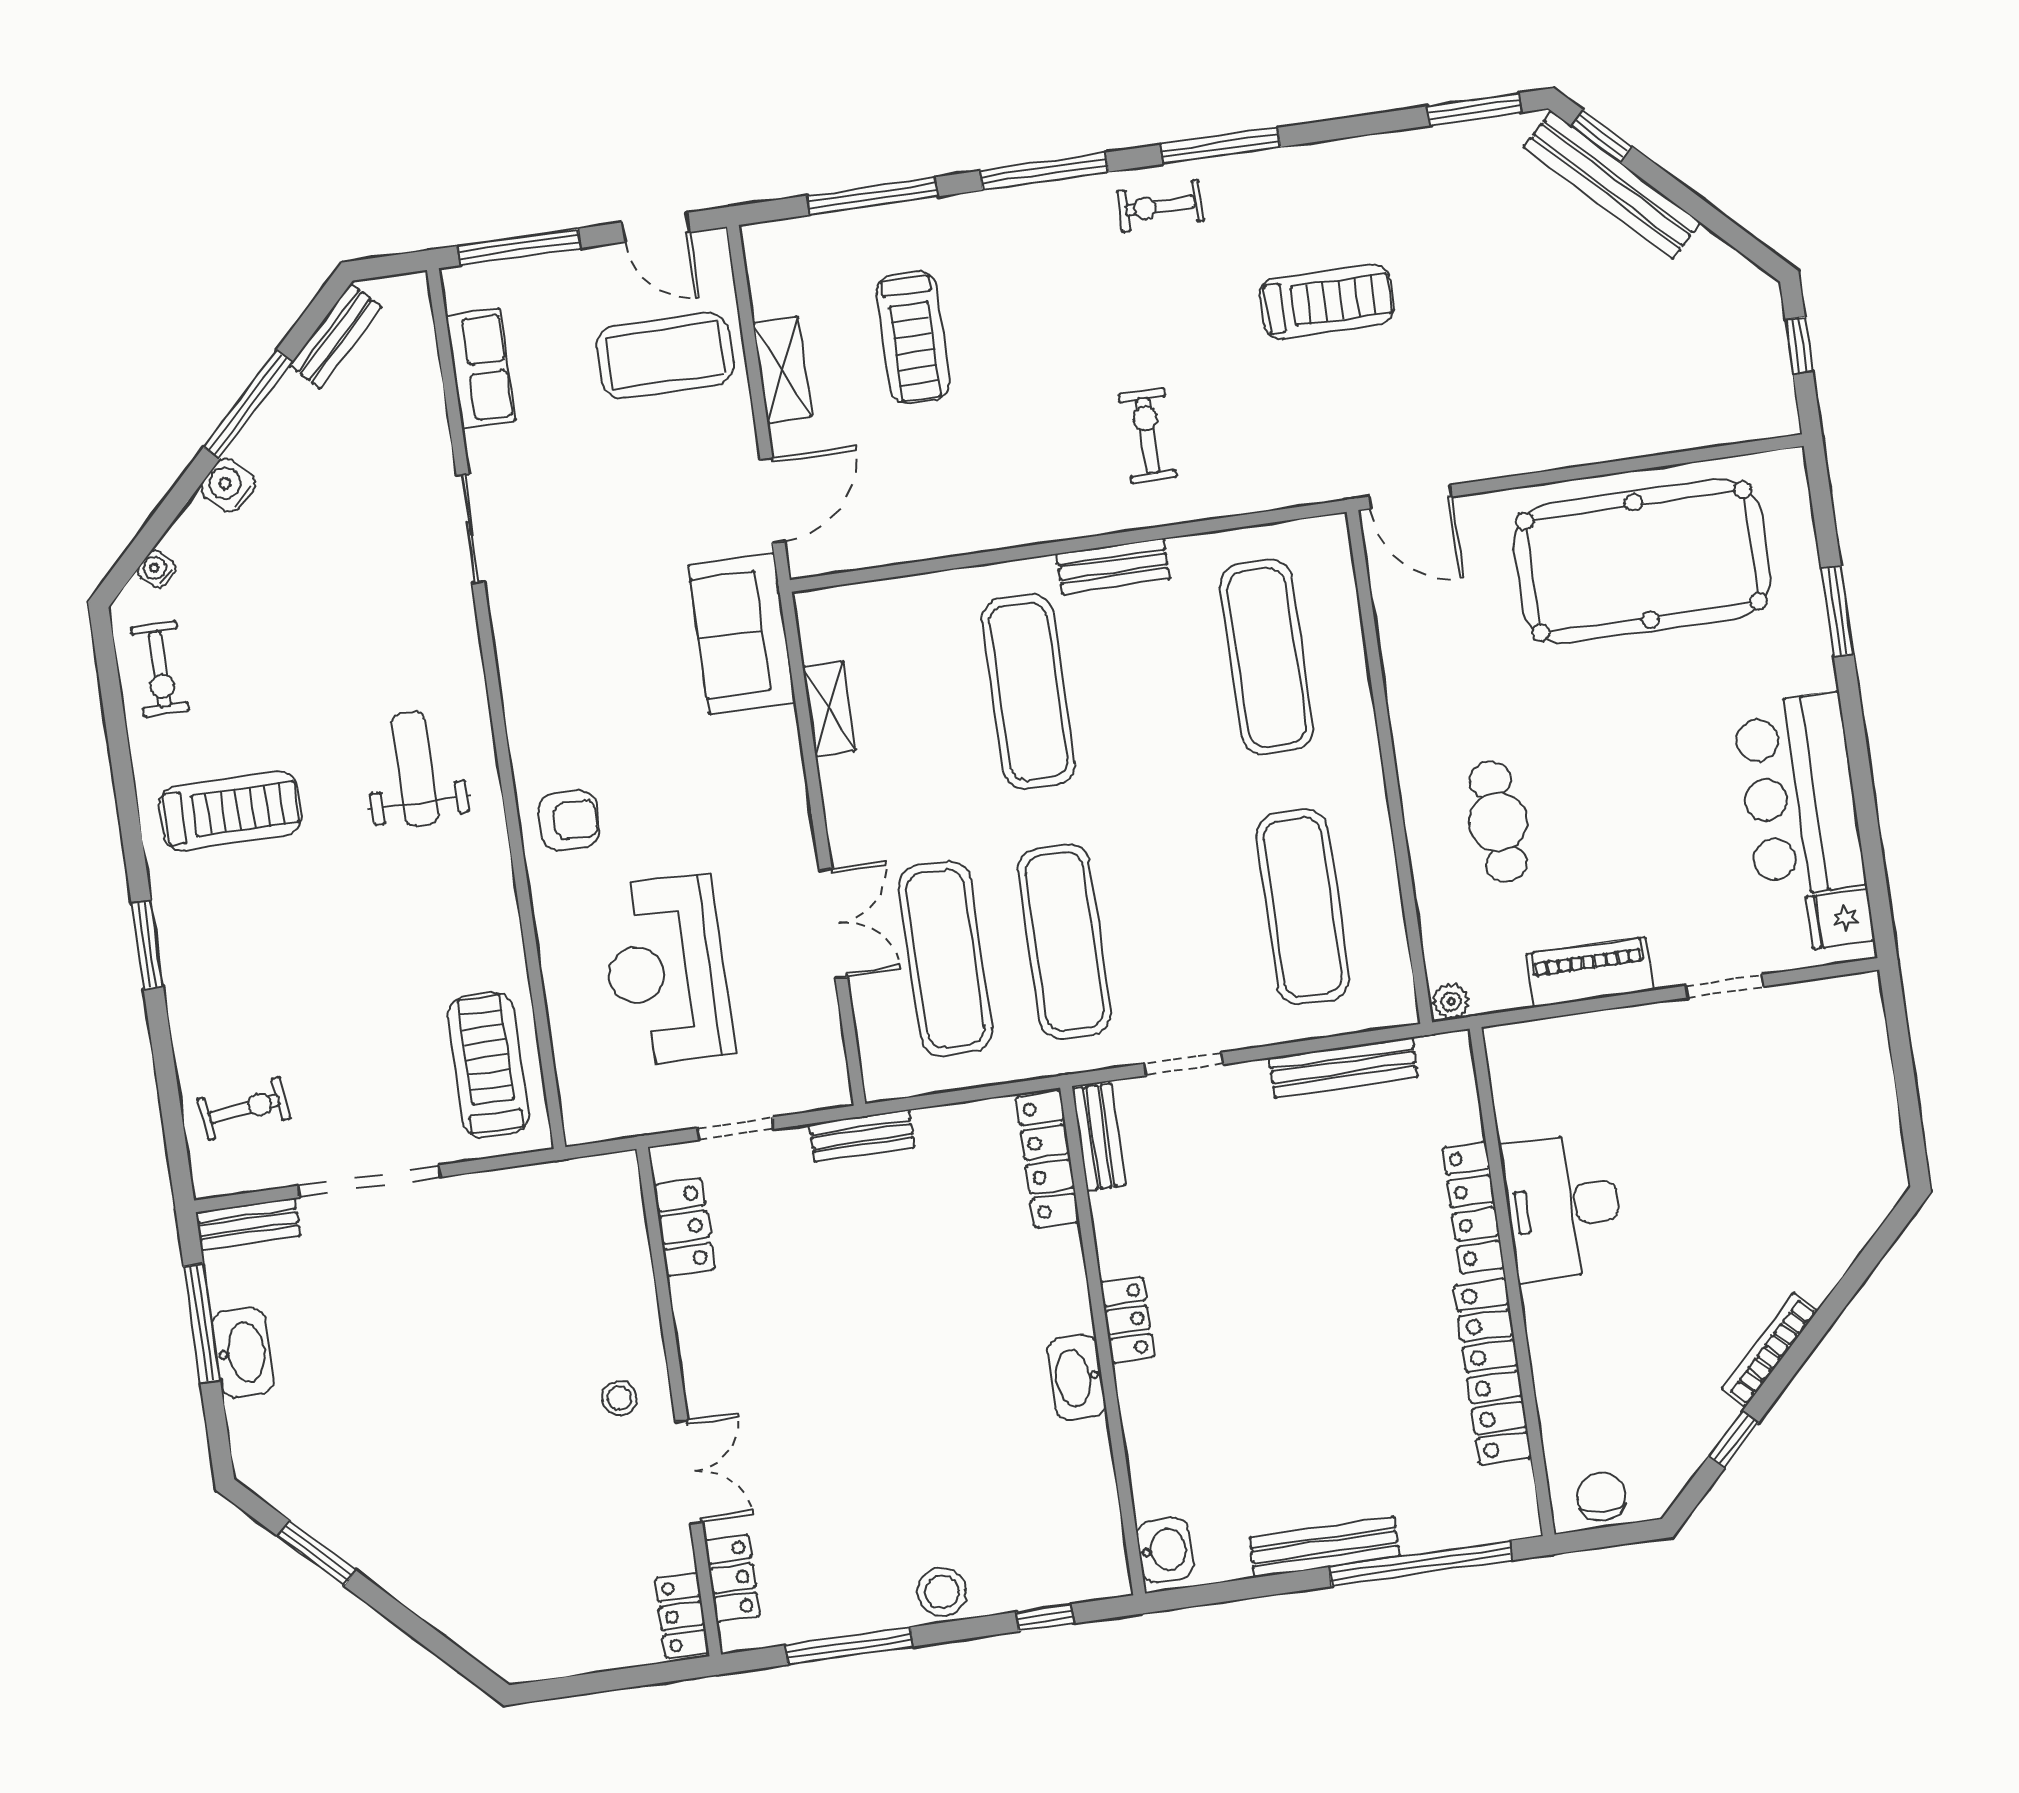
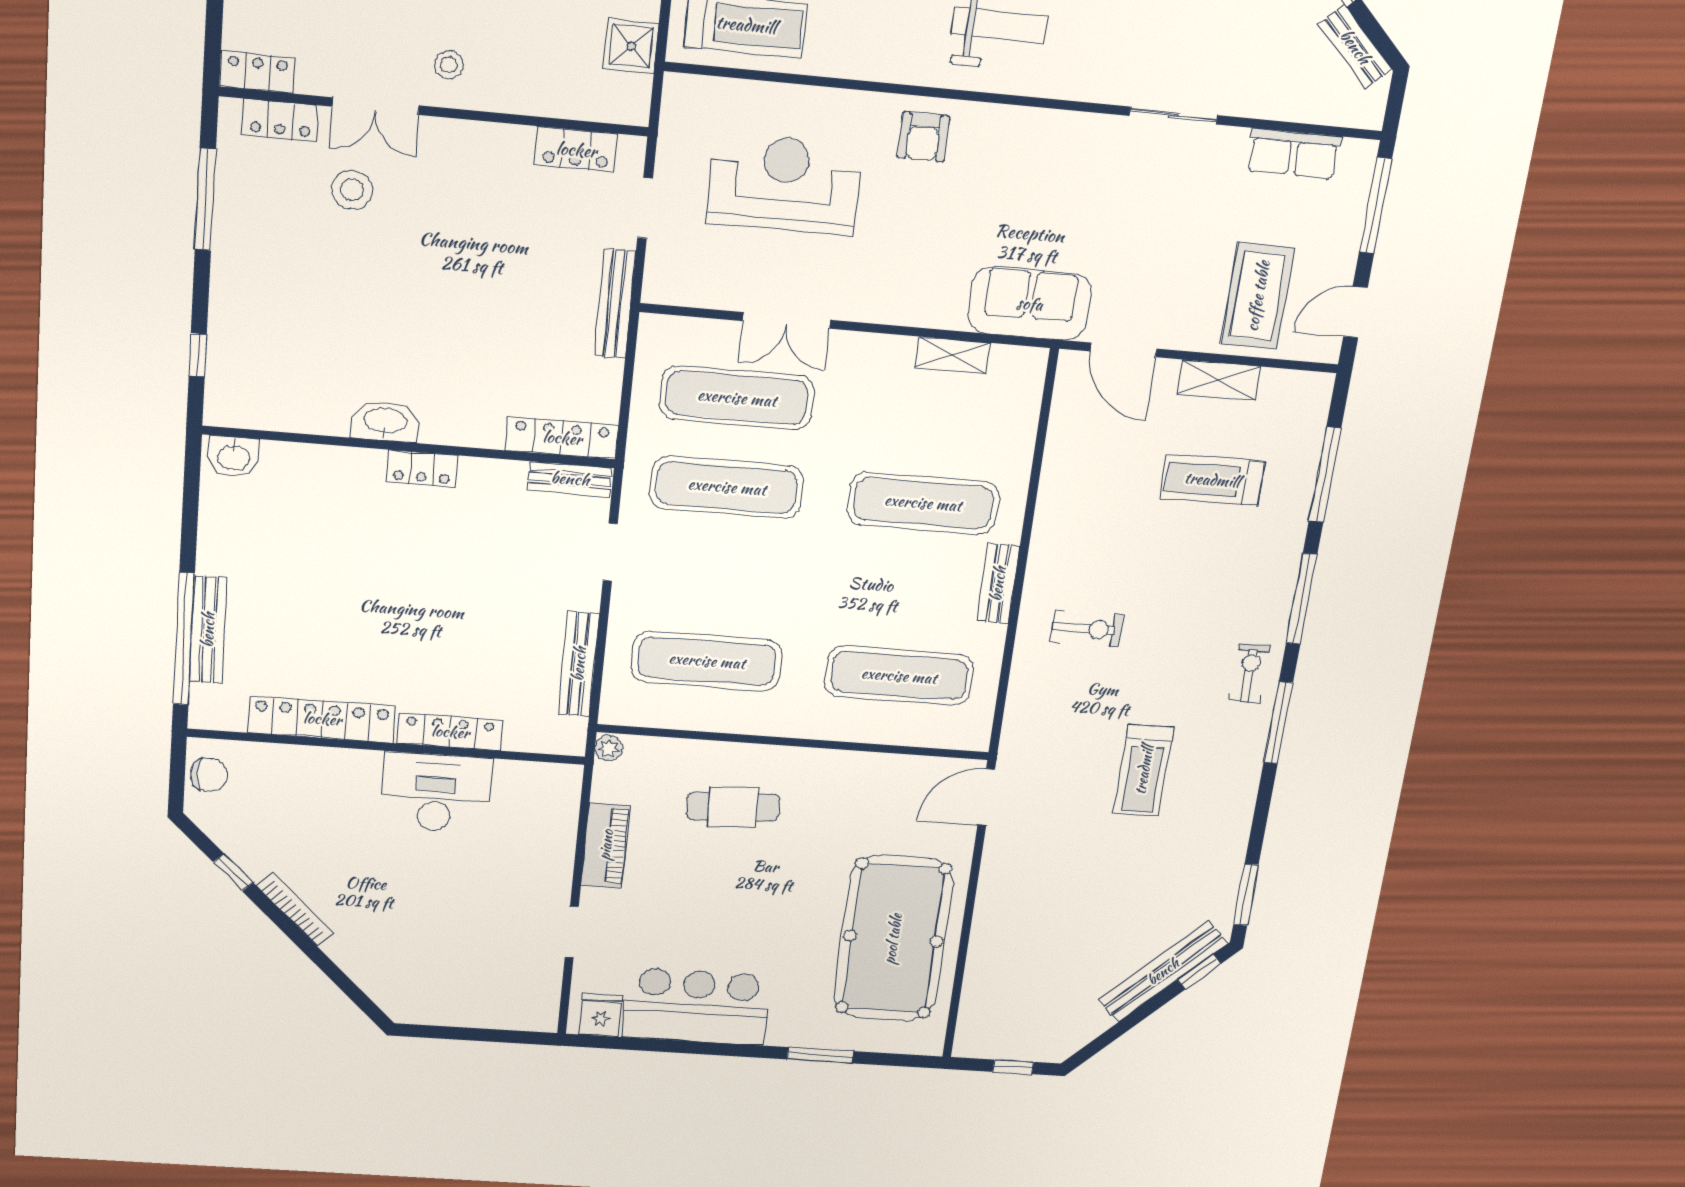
bench: (862, 1136) -> (615, 304), width x1.36
shower: (545, 1193) -> (631, 46), added
bench: (1324, 1547) -> (208, 630), moved
stool: (942, 1592) -> (352, 190), moved

